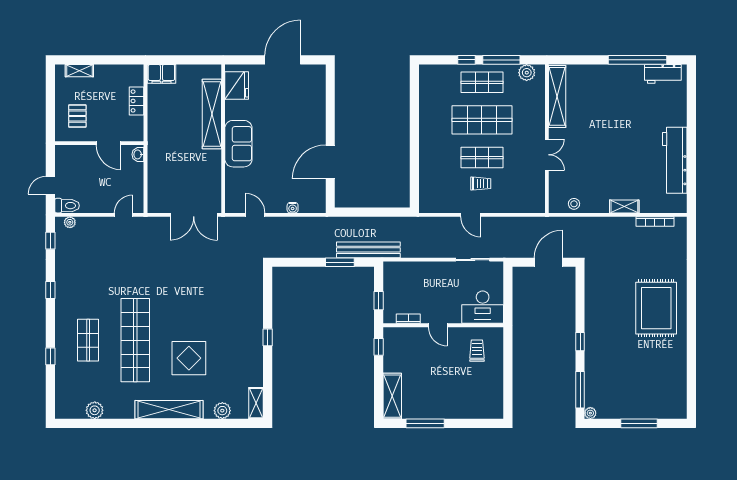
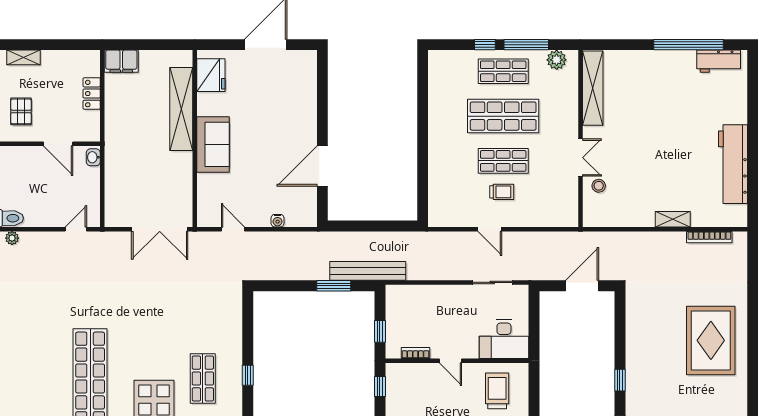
stool: (574, 204) -> (599, 186), moved
shop shelf: (88, 340) -> (203, 378), moved
trolley: (477, 351) -> (497, 391), width x1.36, depth x1.39

